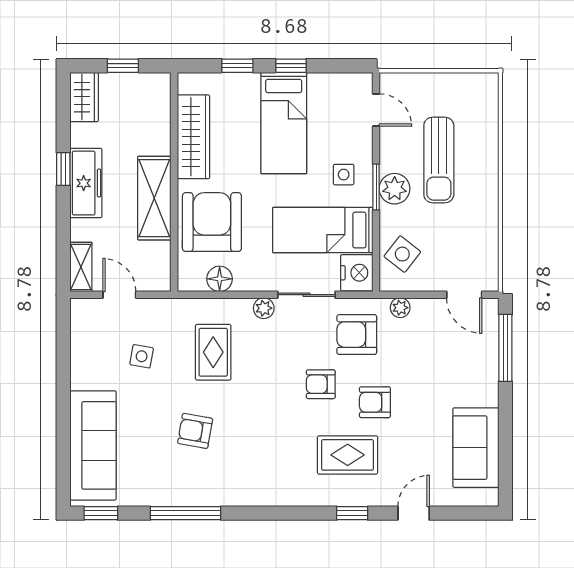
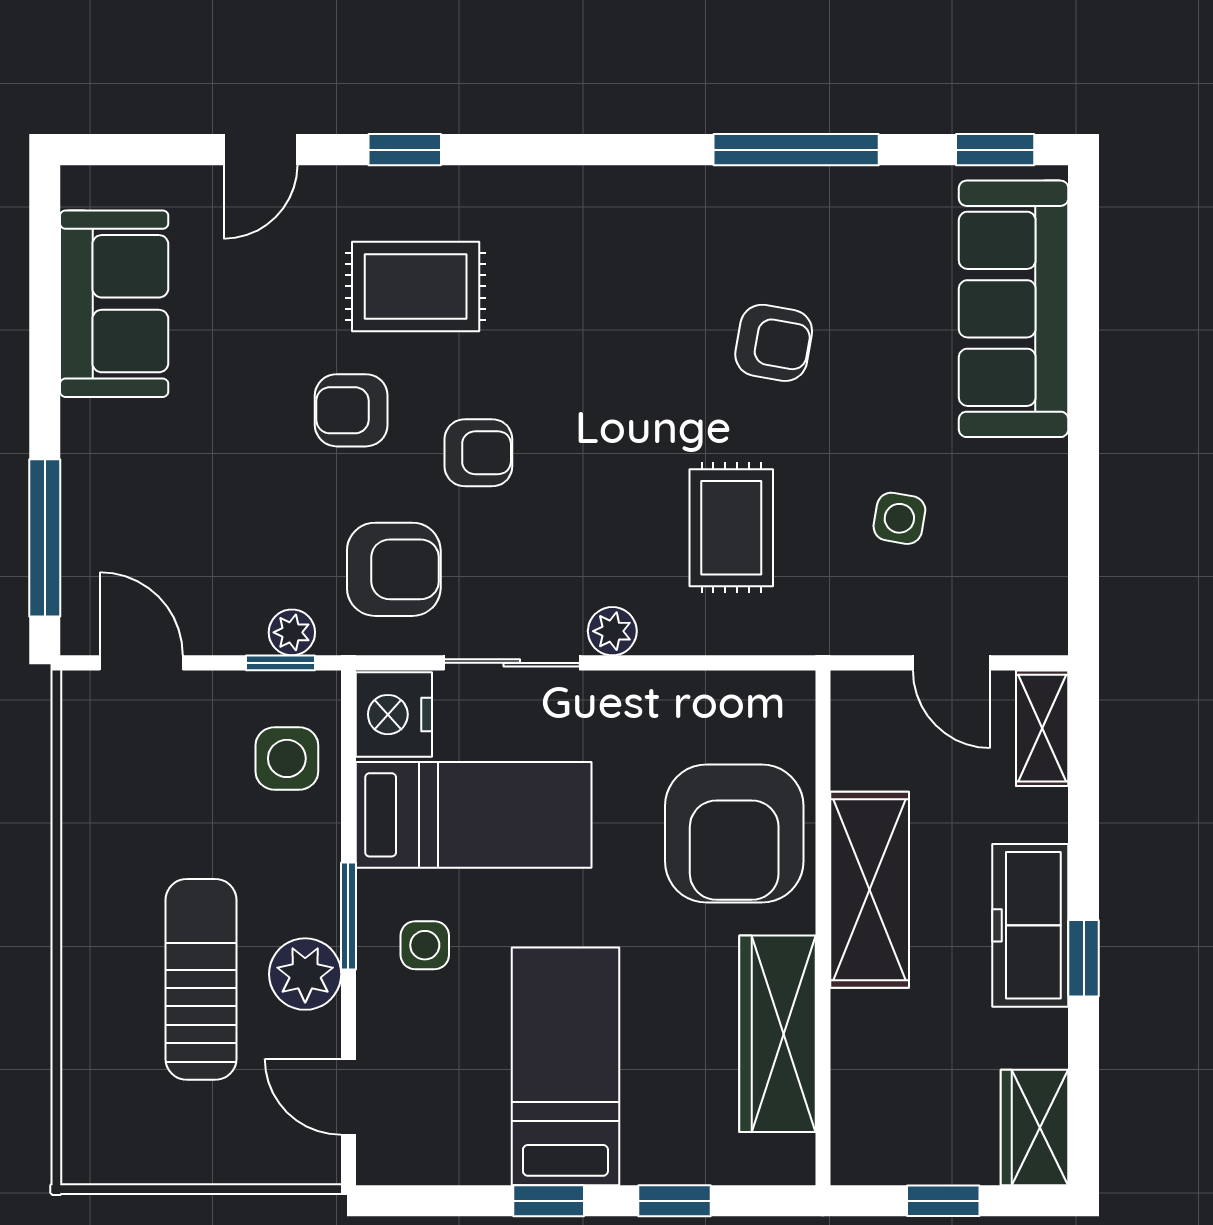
plant: (395, 189) -> (305, 974), moved
side table: (402, 254) -> (287, 758), turned -38
floor lamp: (220, 279) -> (716, 700), removed
window: (405, 295) -> (281, 663), added
armchair: (375, 402) -> (351, 410), turned 180

